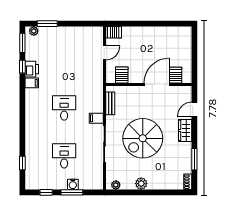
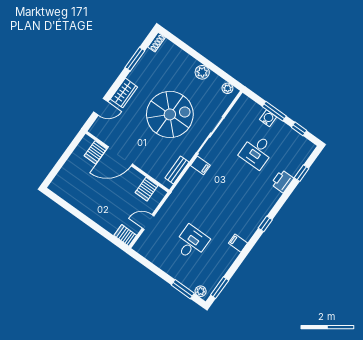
window: (22, 67) -> (265, 224), moved
printer: (32, 69) -> (282, 181), moved
desk: (64, 108) -> (191, 243), moved, turned 180

